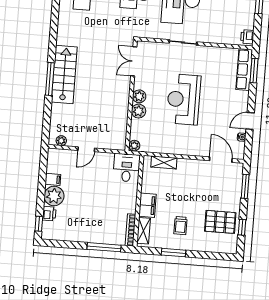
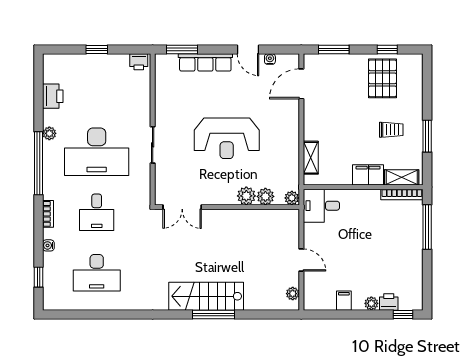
row of seats: (244, 70) -> (205, 62), moved
plant: (139, 96) -> (265, 196), moved
plant: (54, 196) -> (371, 303), width x0.53, depth x0.53

